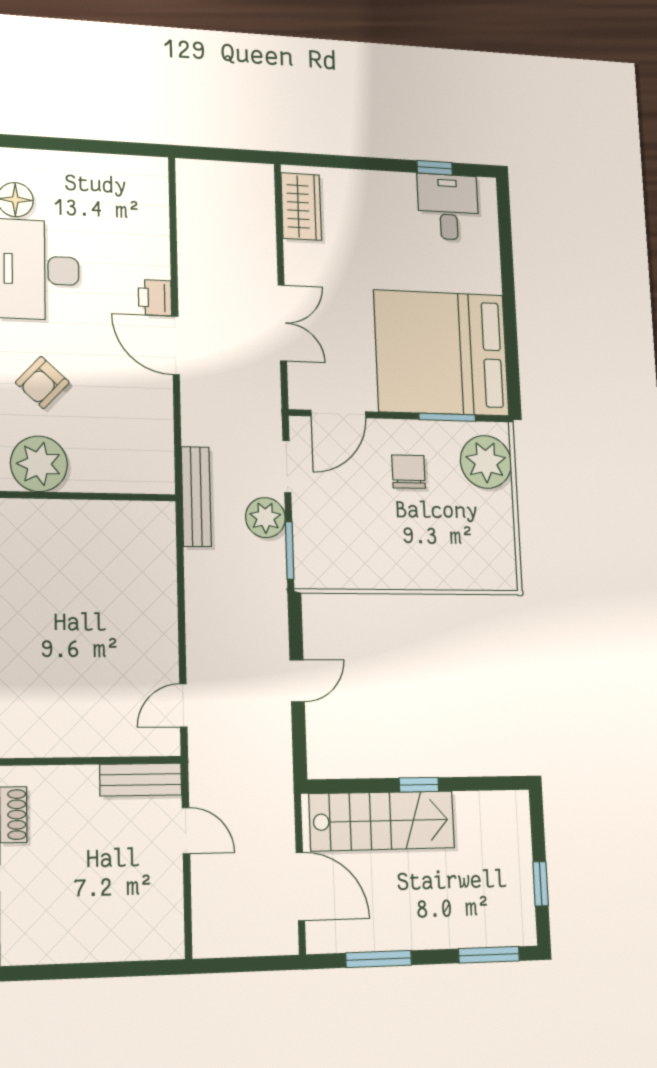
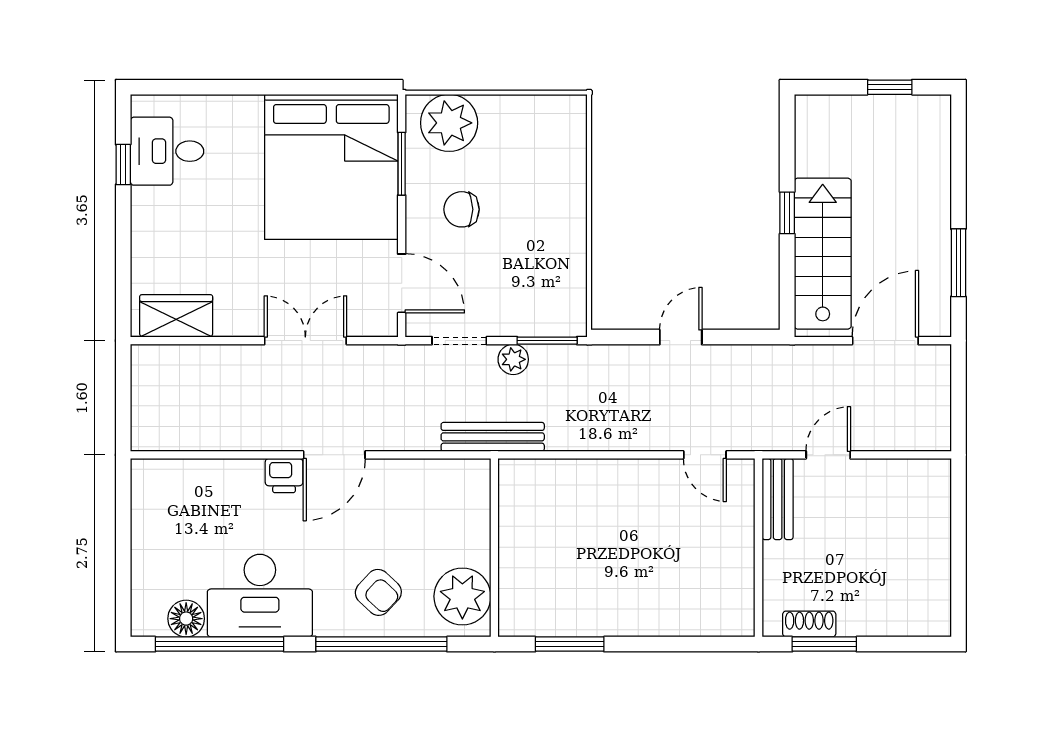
plant: (265, 518) -> (513, 359), width x0.73, depth x0.73
door: (297, 681) -> (681, 337), hinge flipped
window: (489, 955) -> (958, 147), removed

